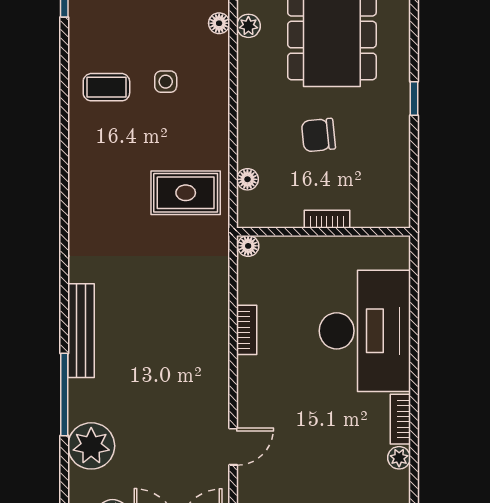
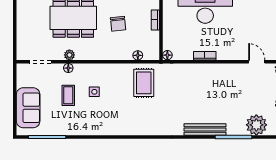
coffee table: (106, 87) -> (68, 95), moved

